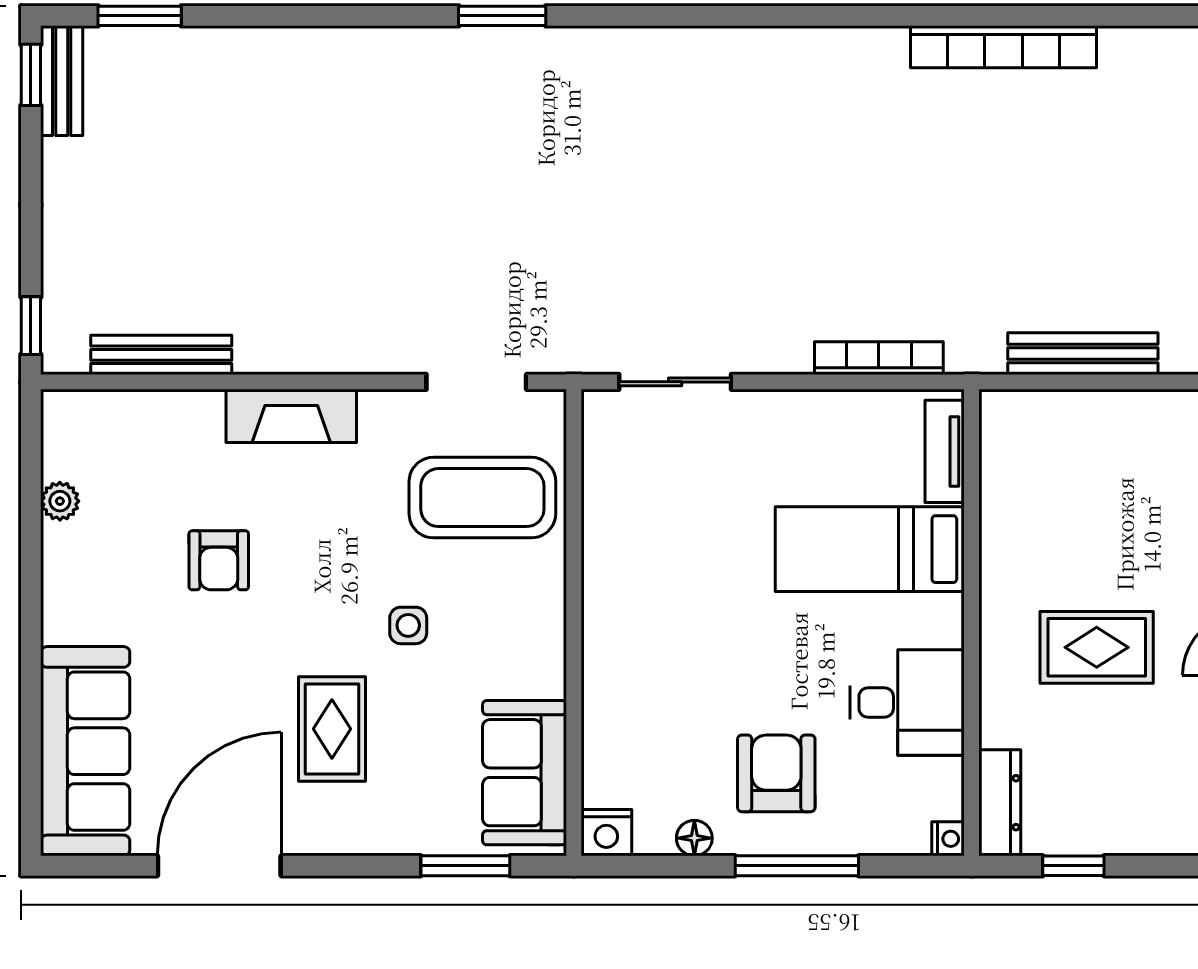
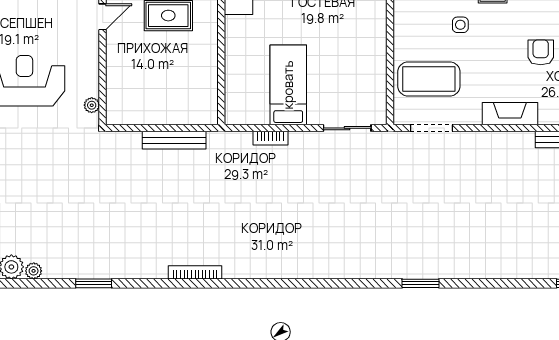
bookcase: (1003, 47) -> (195, 272), width x0.68, depth x0.76
bookcase: (879, 358) -> (270, 138), width x0.64
tv unit: (945, 451) -> (233, 99), removed
bed: (870, 549) -> (288, 85), moved, turned -90

